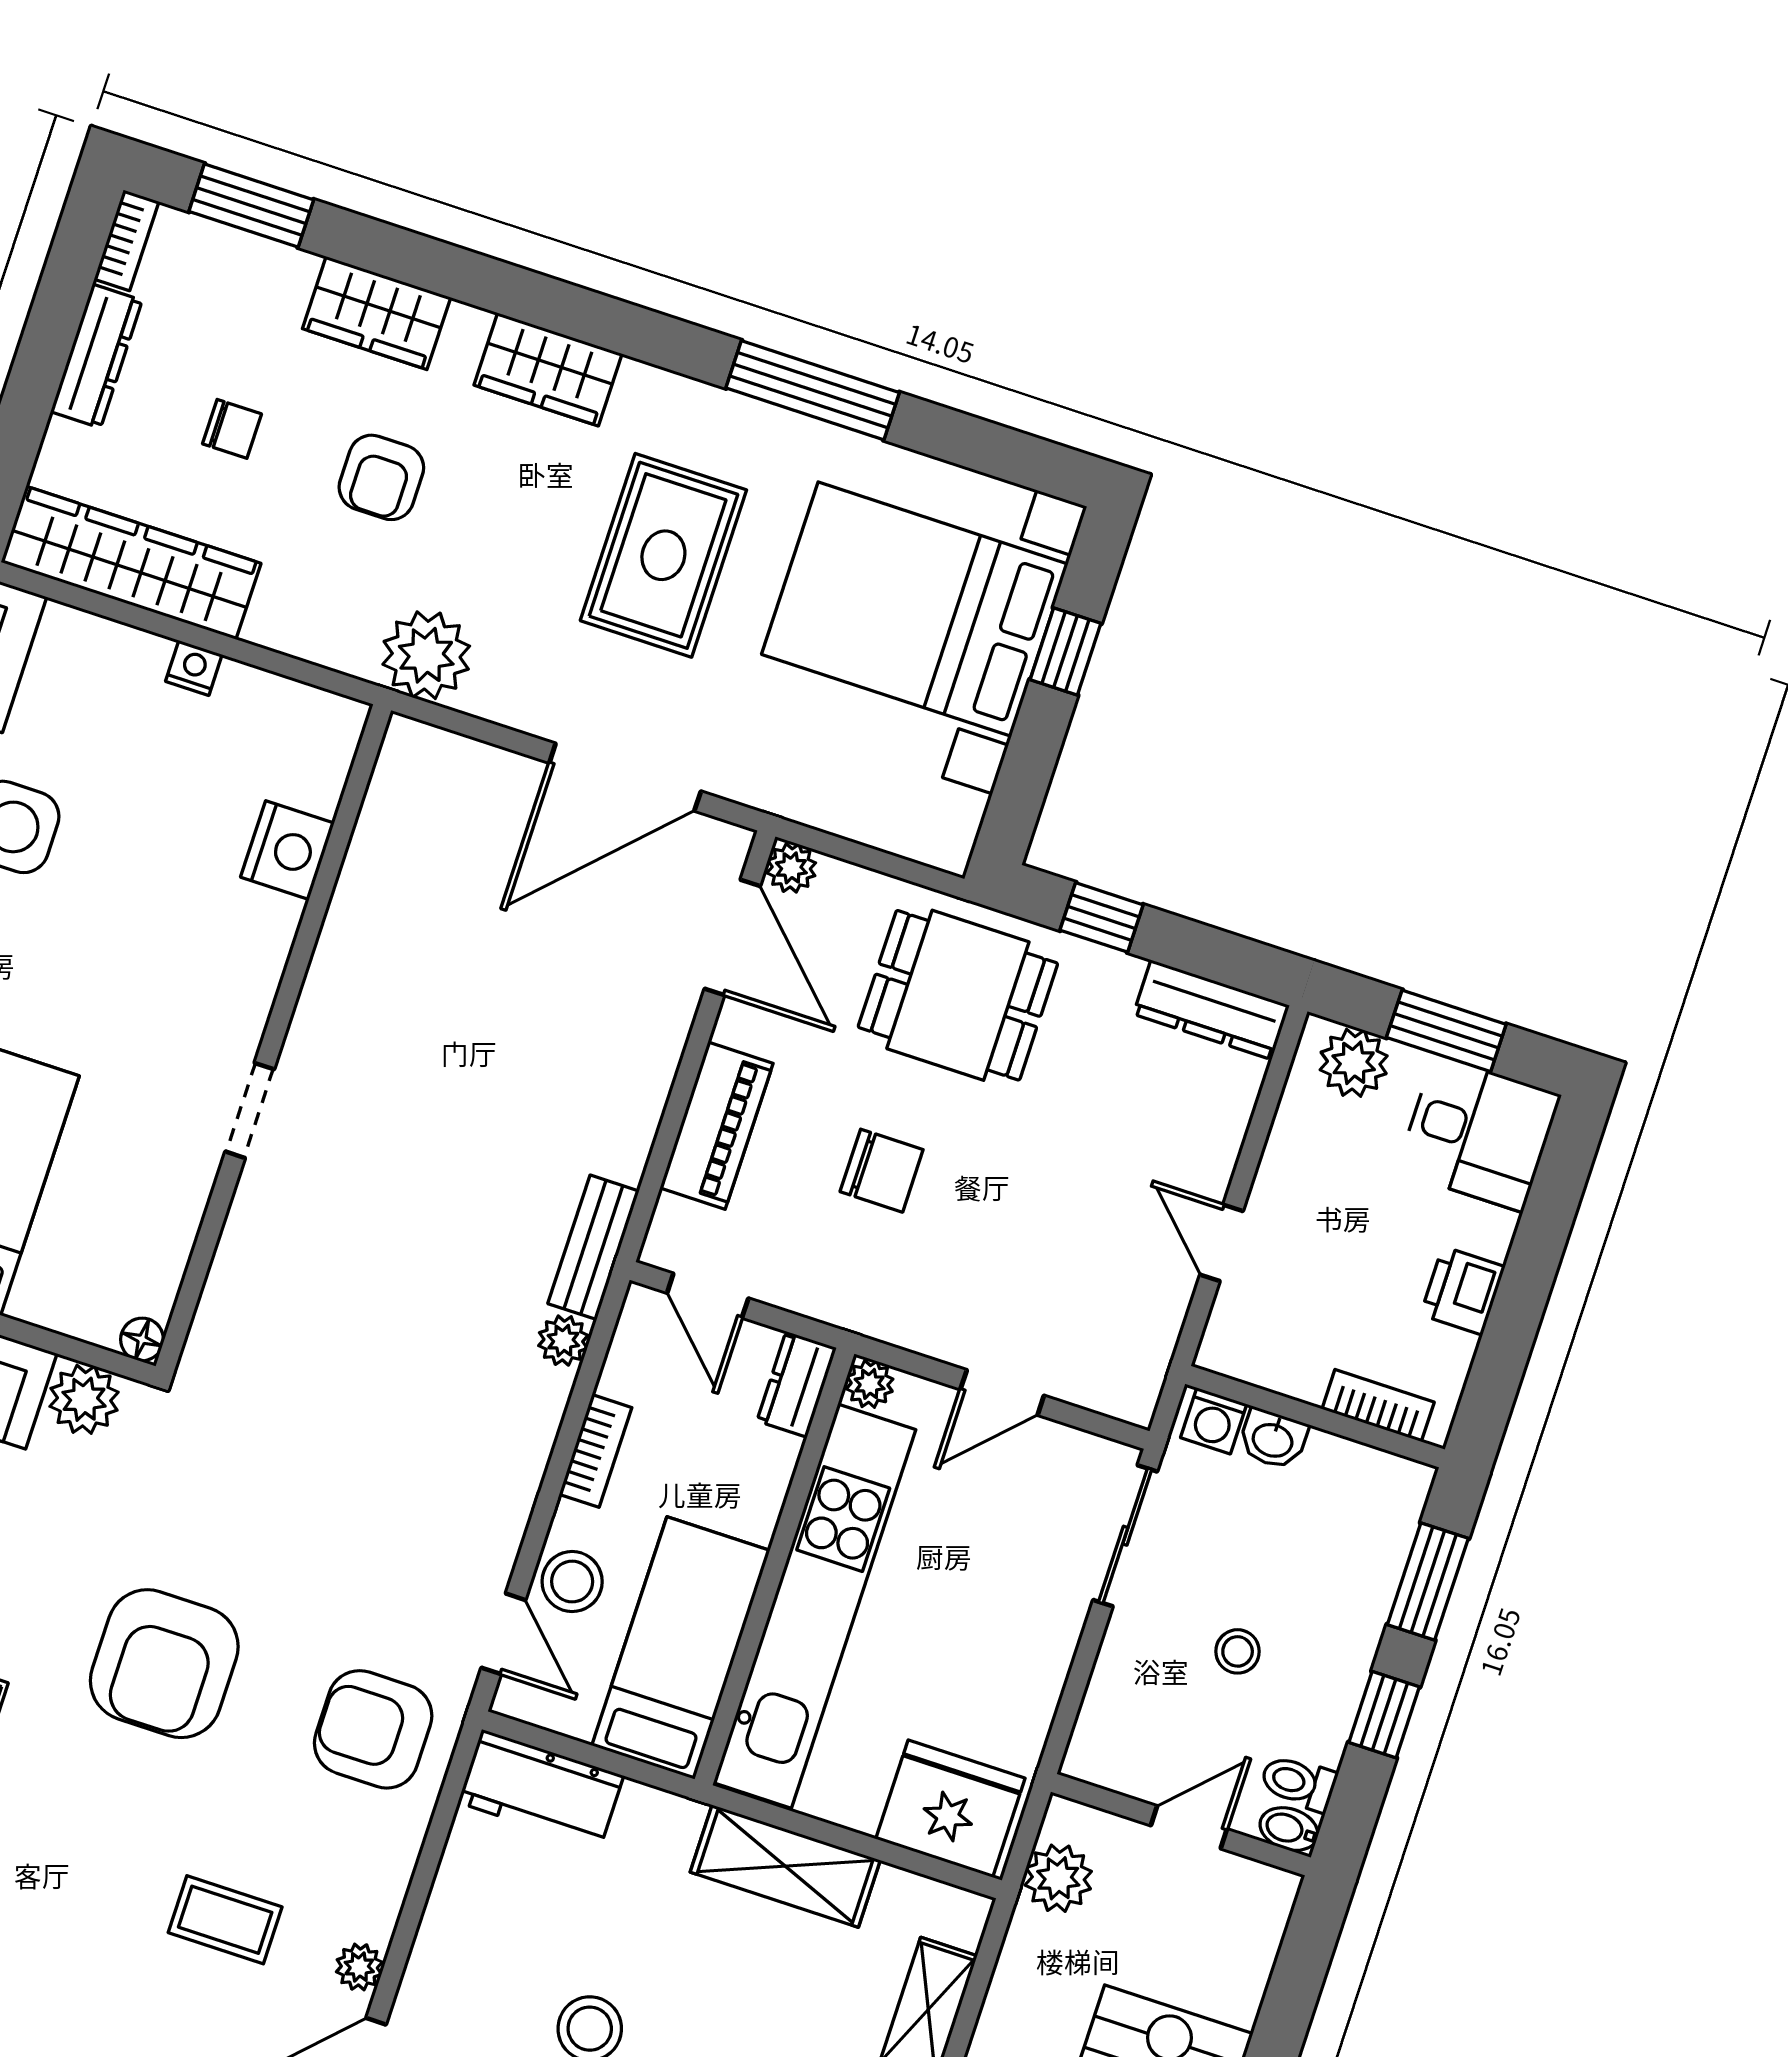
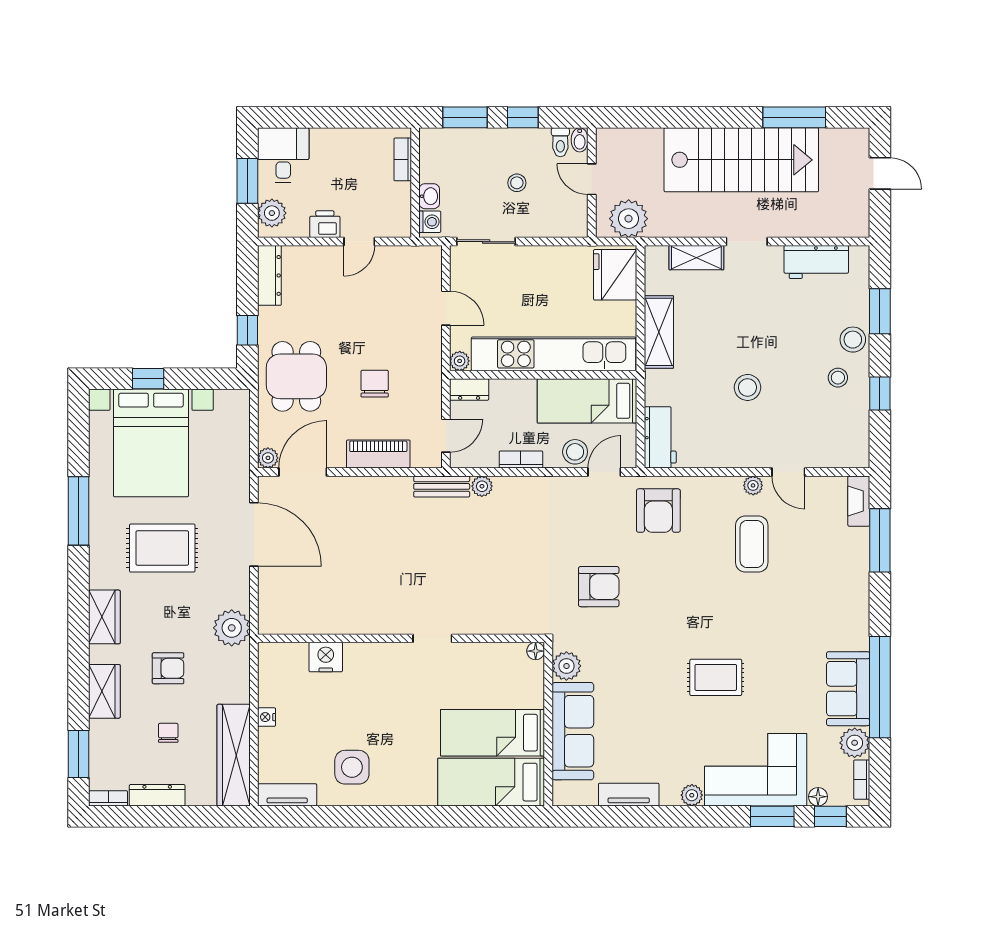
printer: (1463, 1291) -> (325, 224), moved, turned 180
armchair: (164, 1664) -> (599, 587), moved, width x0.73, depth x0.73
plant: (1058, 1878) -> (629, 219), width x1.36, depth x1.36
coffee table: (225, 1920) -> (752, 544), width x1.36, depth x1.30

